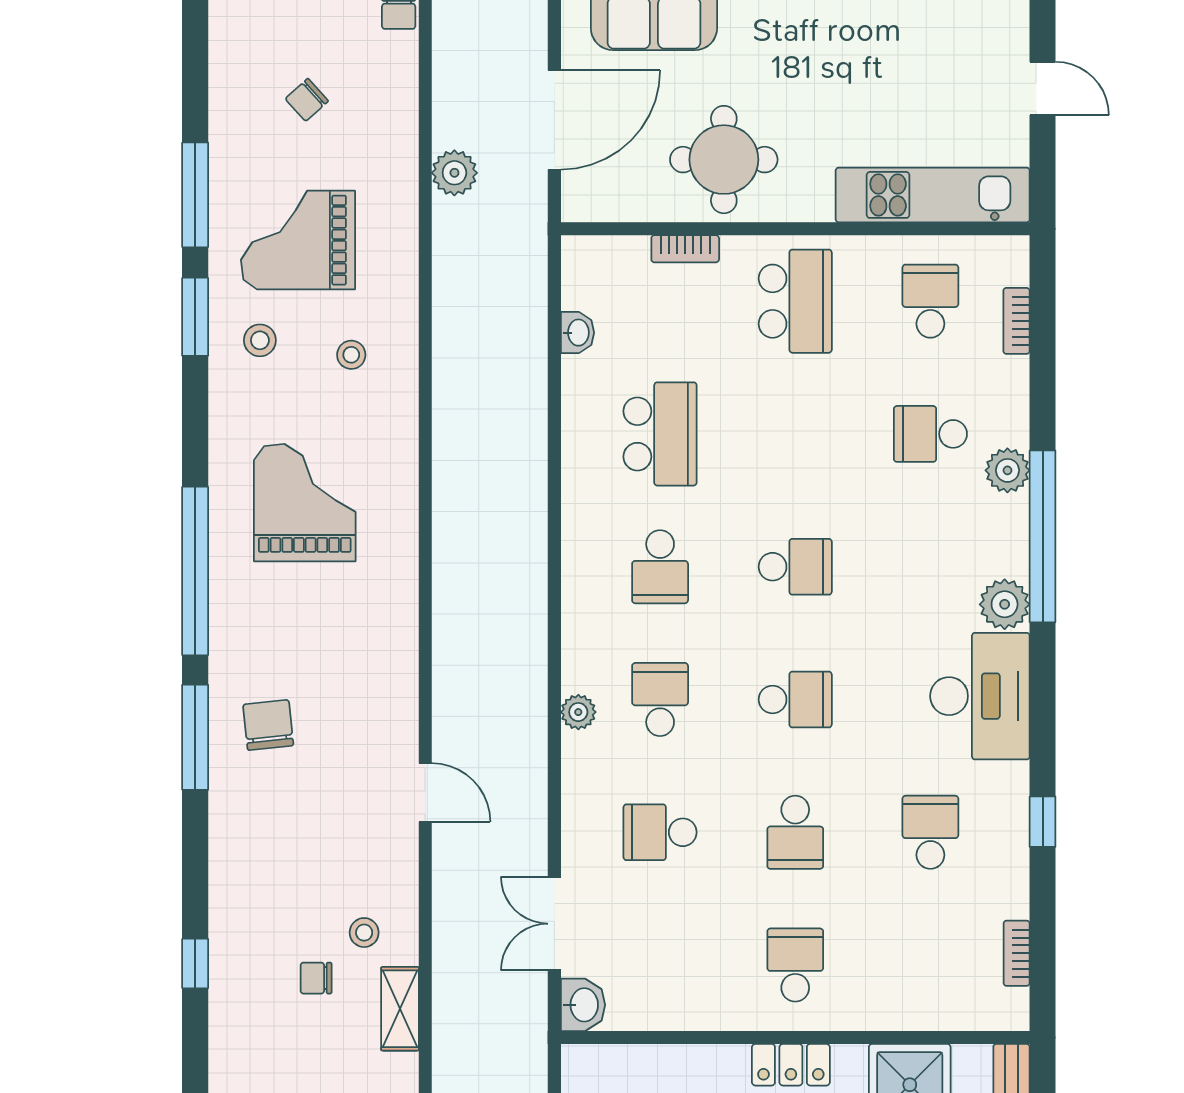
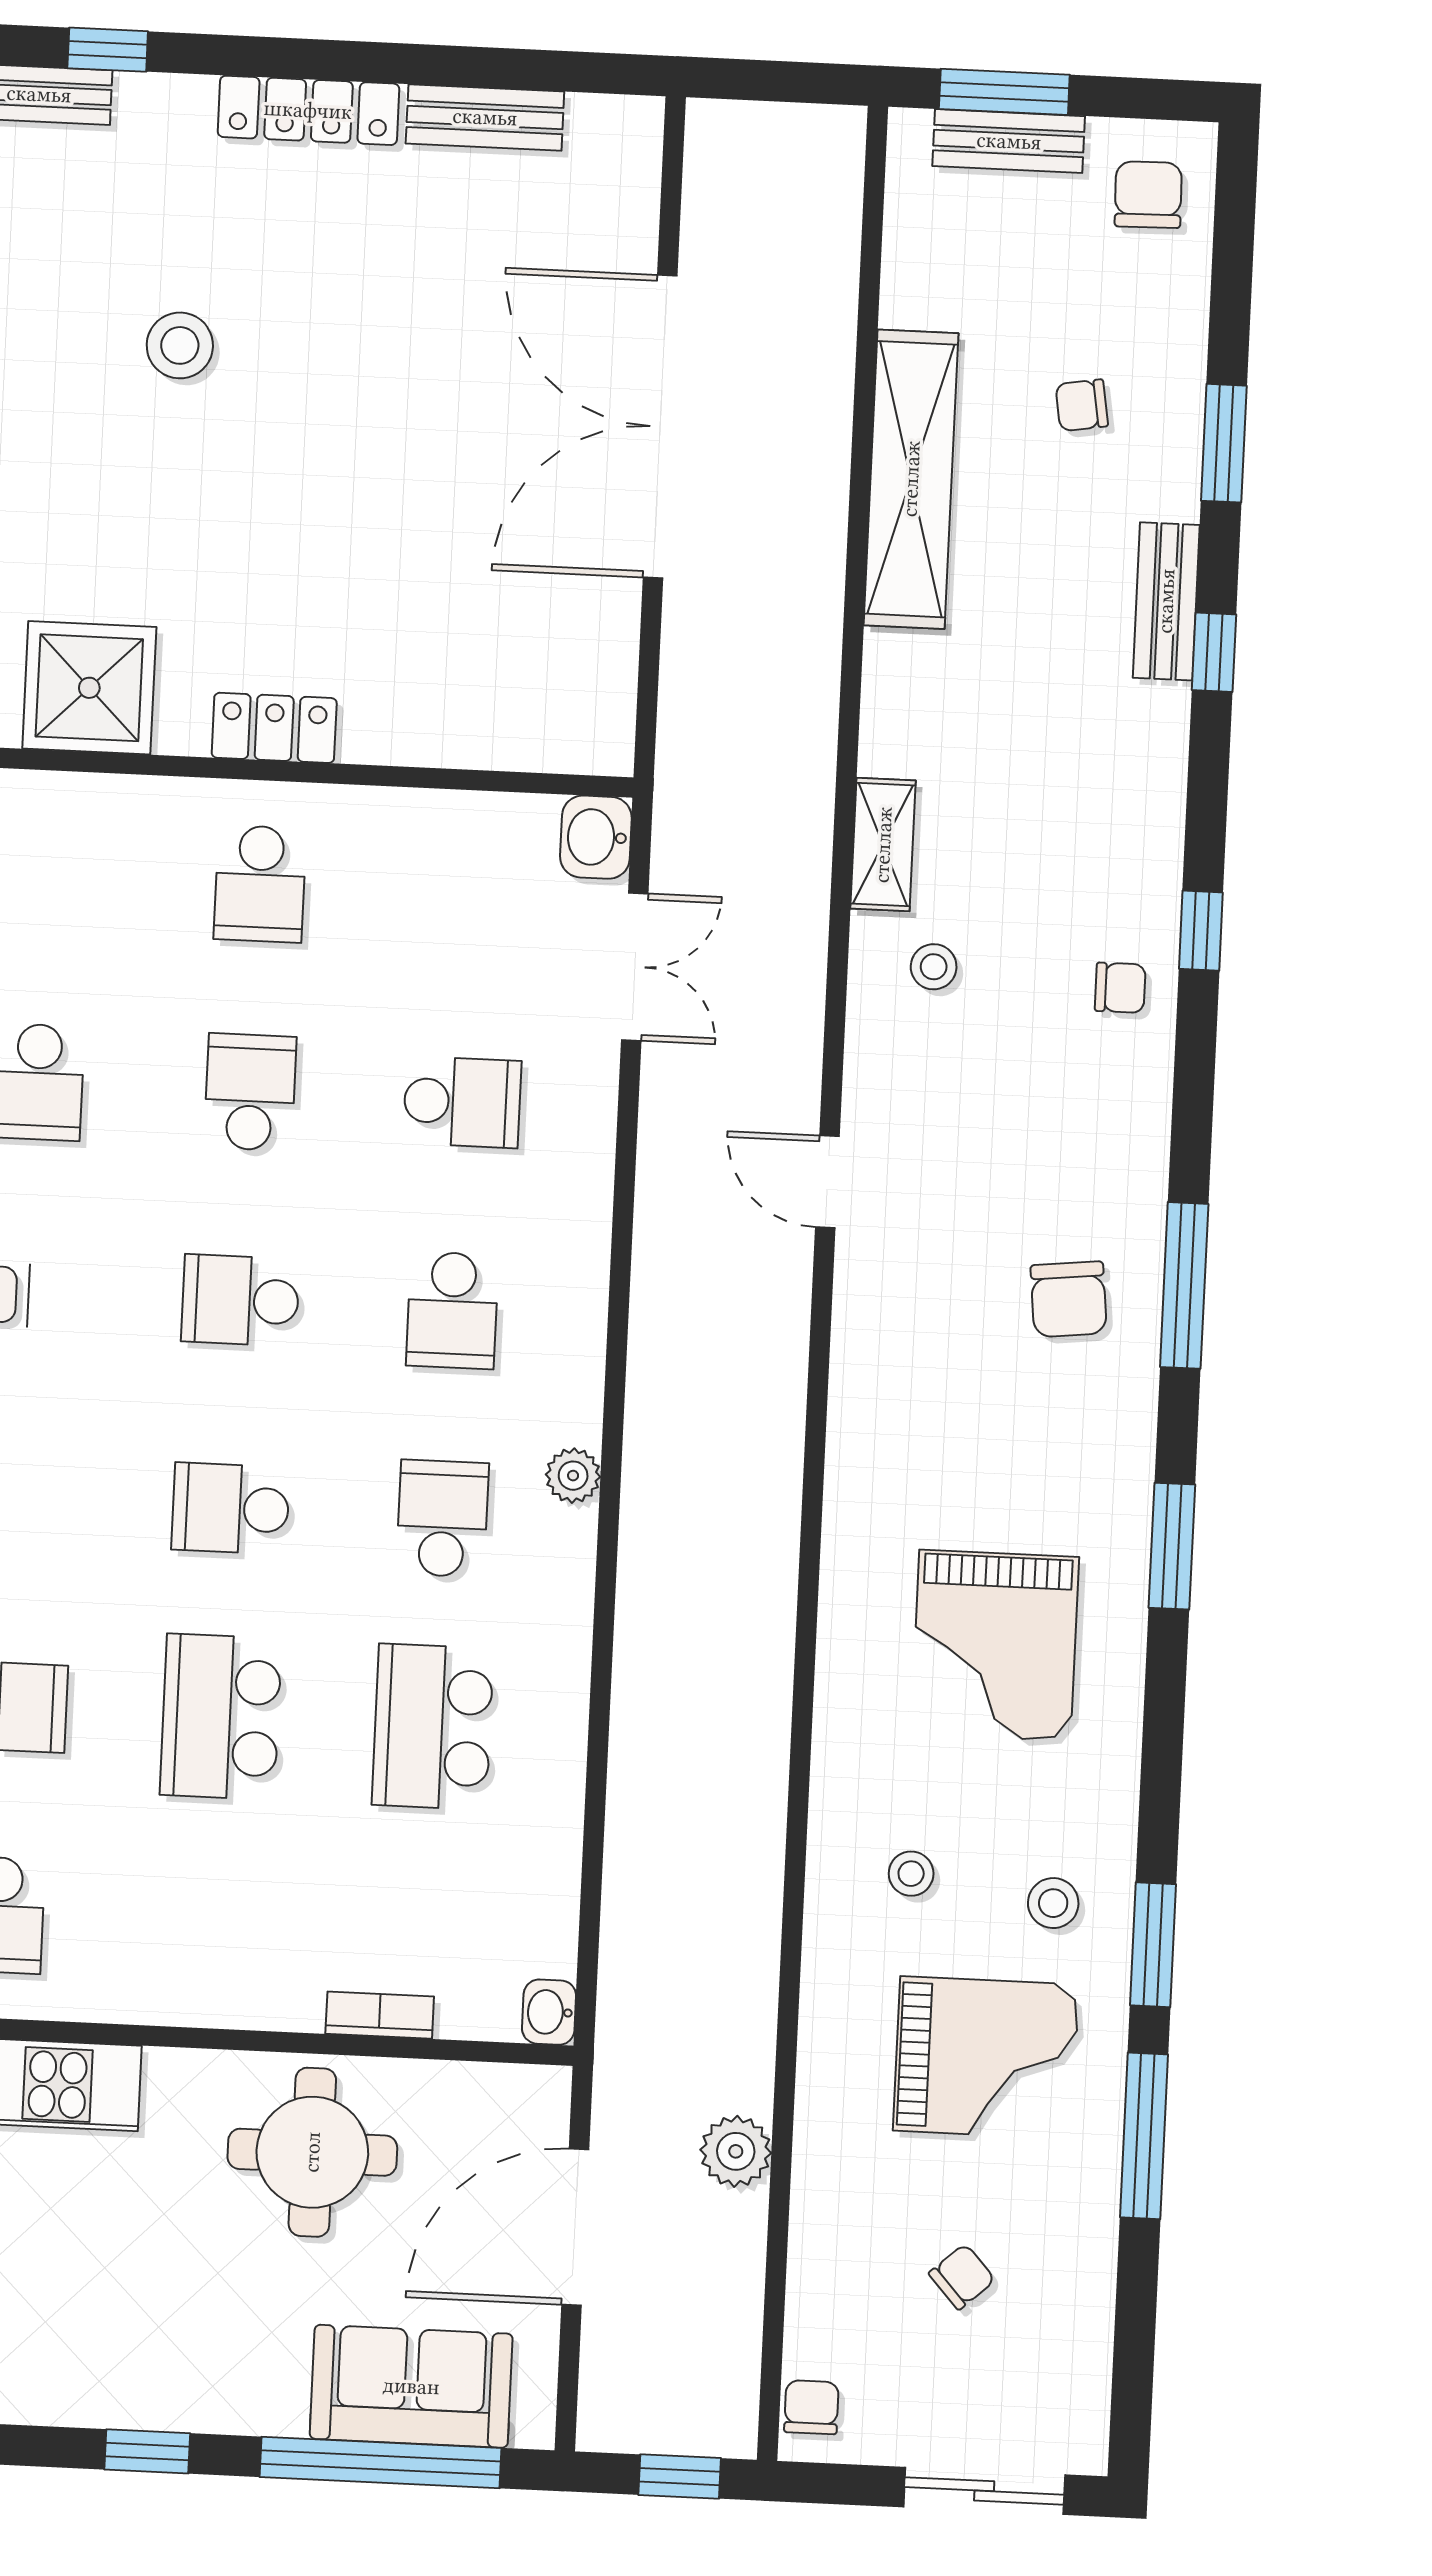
school desk: (795, 301) -> (221, 1717), moved
washbasin: (577, 333) -> (549, 2012), moved
window: (195, 571) -> (1172, 1546), width x0.47
plant: (578, 712) -> (573, 1476), moved
chair: (316, 978) -> (1120, 988), moved

